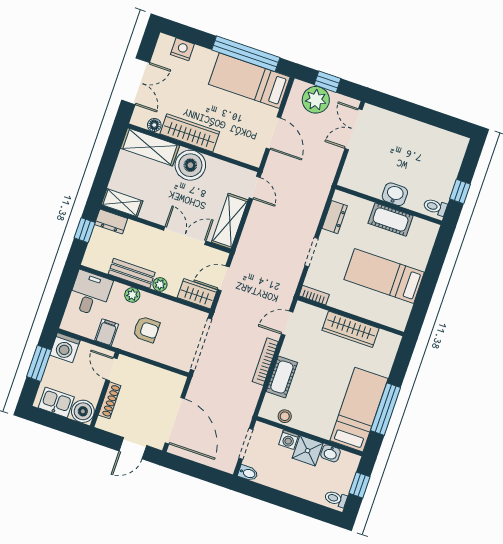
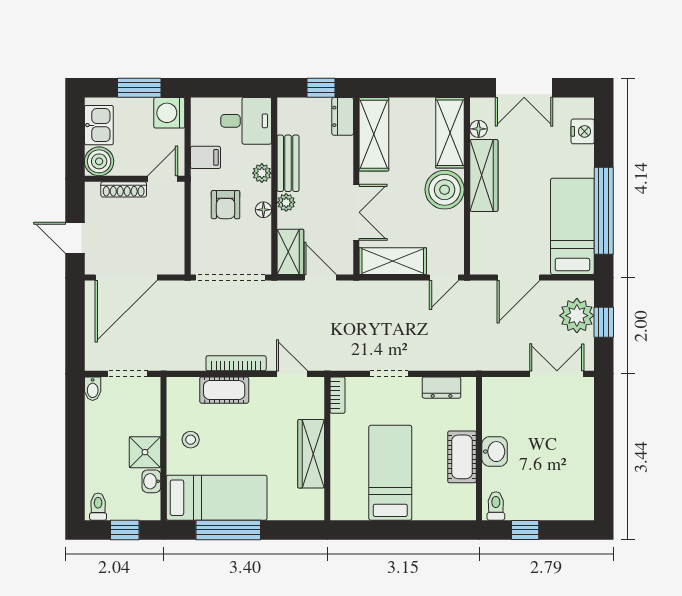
shelving: (122, 203) -> (374, 134), width x1.50, depth x1.33
floor lamp: (160, 303) -> (263, 210), added
stool: (285, 416) -> (191, 440), moved
washing machine: (289, 440) -> (150, 424), removed

